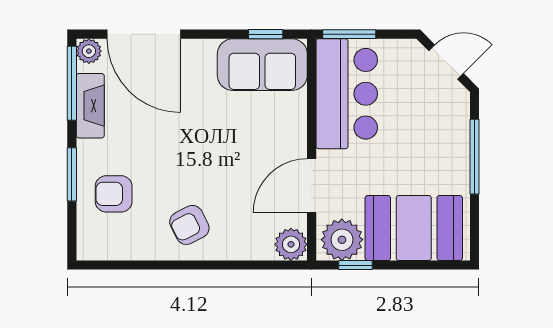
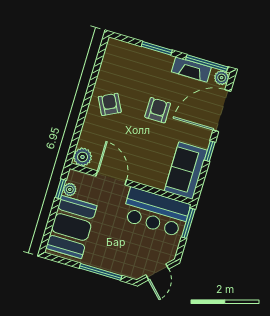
window: (266, 34) -> (210, 151), moved
armchair: (114, 194) -> (158, 110), moved
plant: (342, 240) -> (70, 189), width x0.53, depth x0.53

